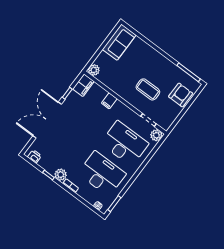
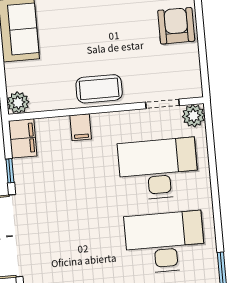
coffee table: (148, 89) -> (99, 89), moved

